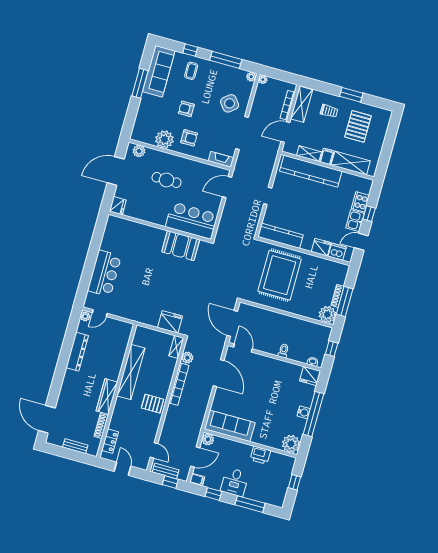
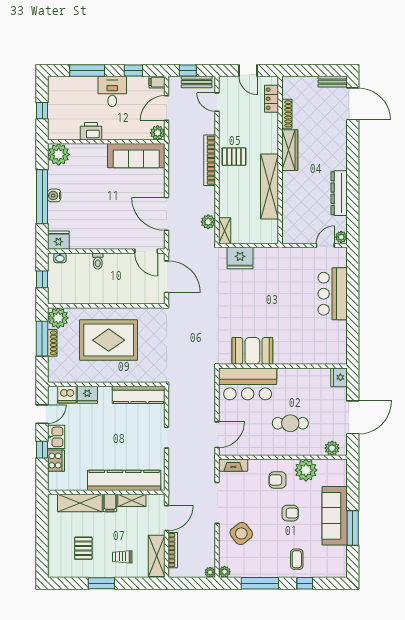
sofa: (159, 71) -> (335, 516), moved
pallet: (358, 126) -> (83, 548), width x0.67, depth x0.71
rug: (280, 275) -> (109, 340), moved, turned 90
bookcase: (179, 384) -> (210, 160), moved
bench: (75, 446) -> (333, 82), moved

